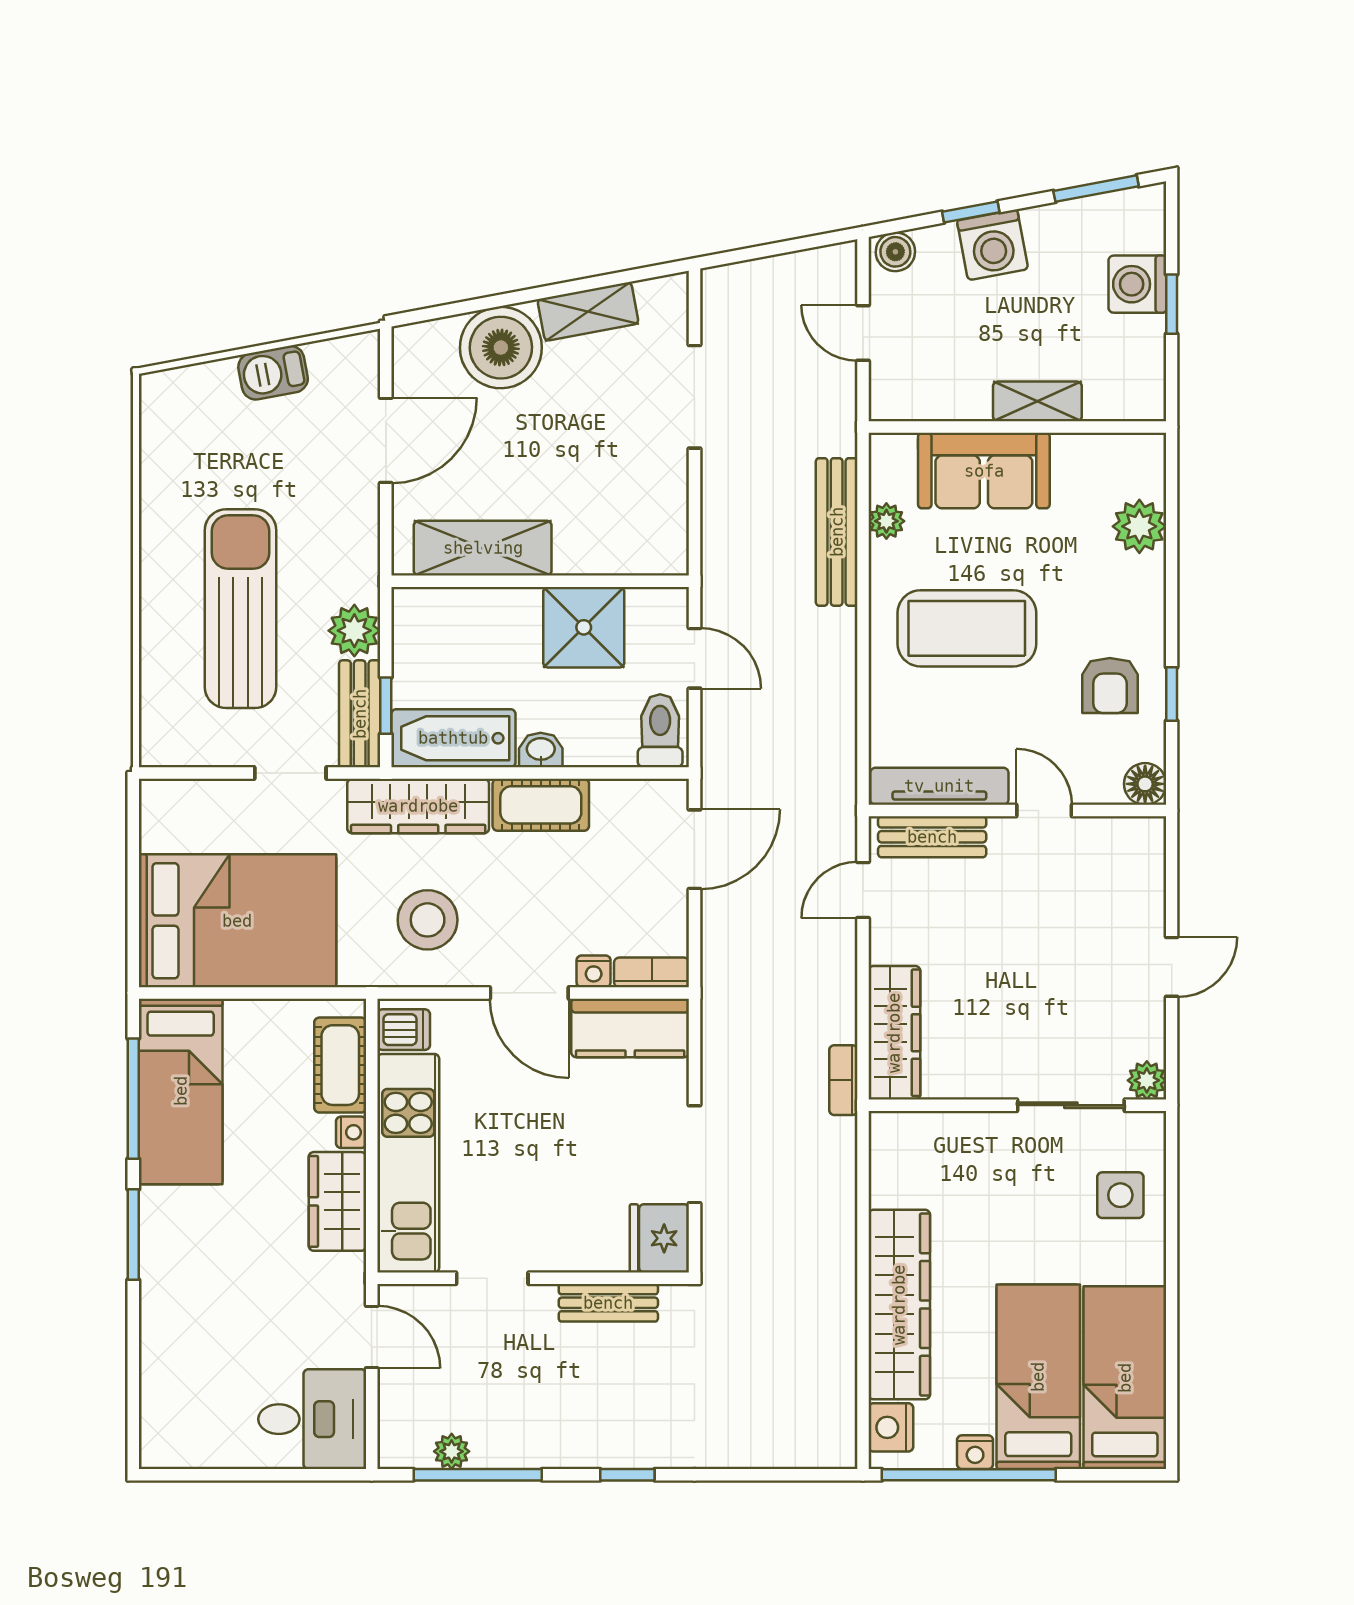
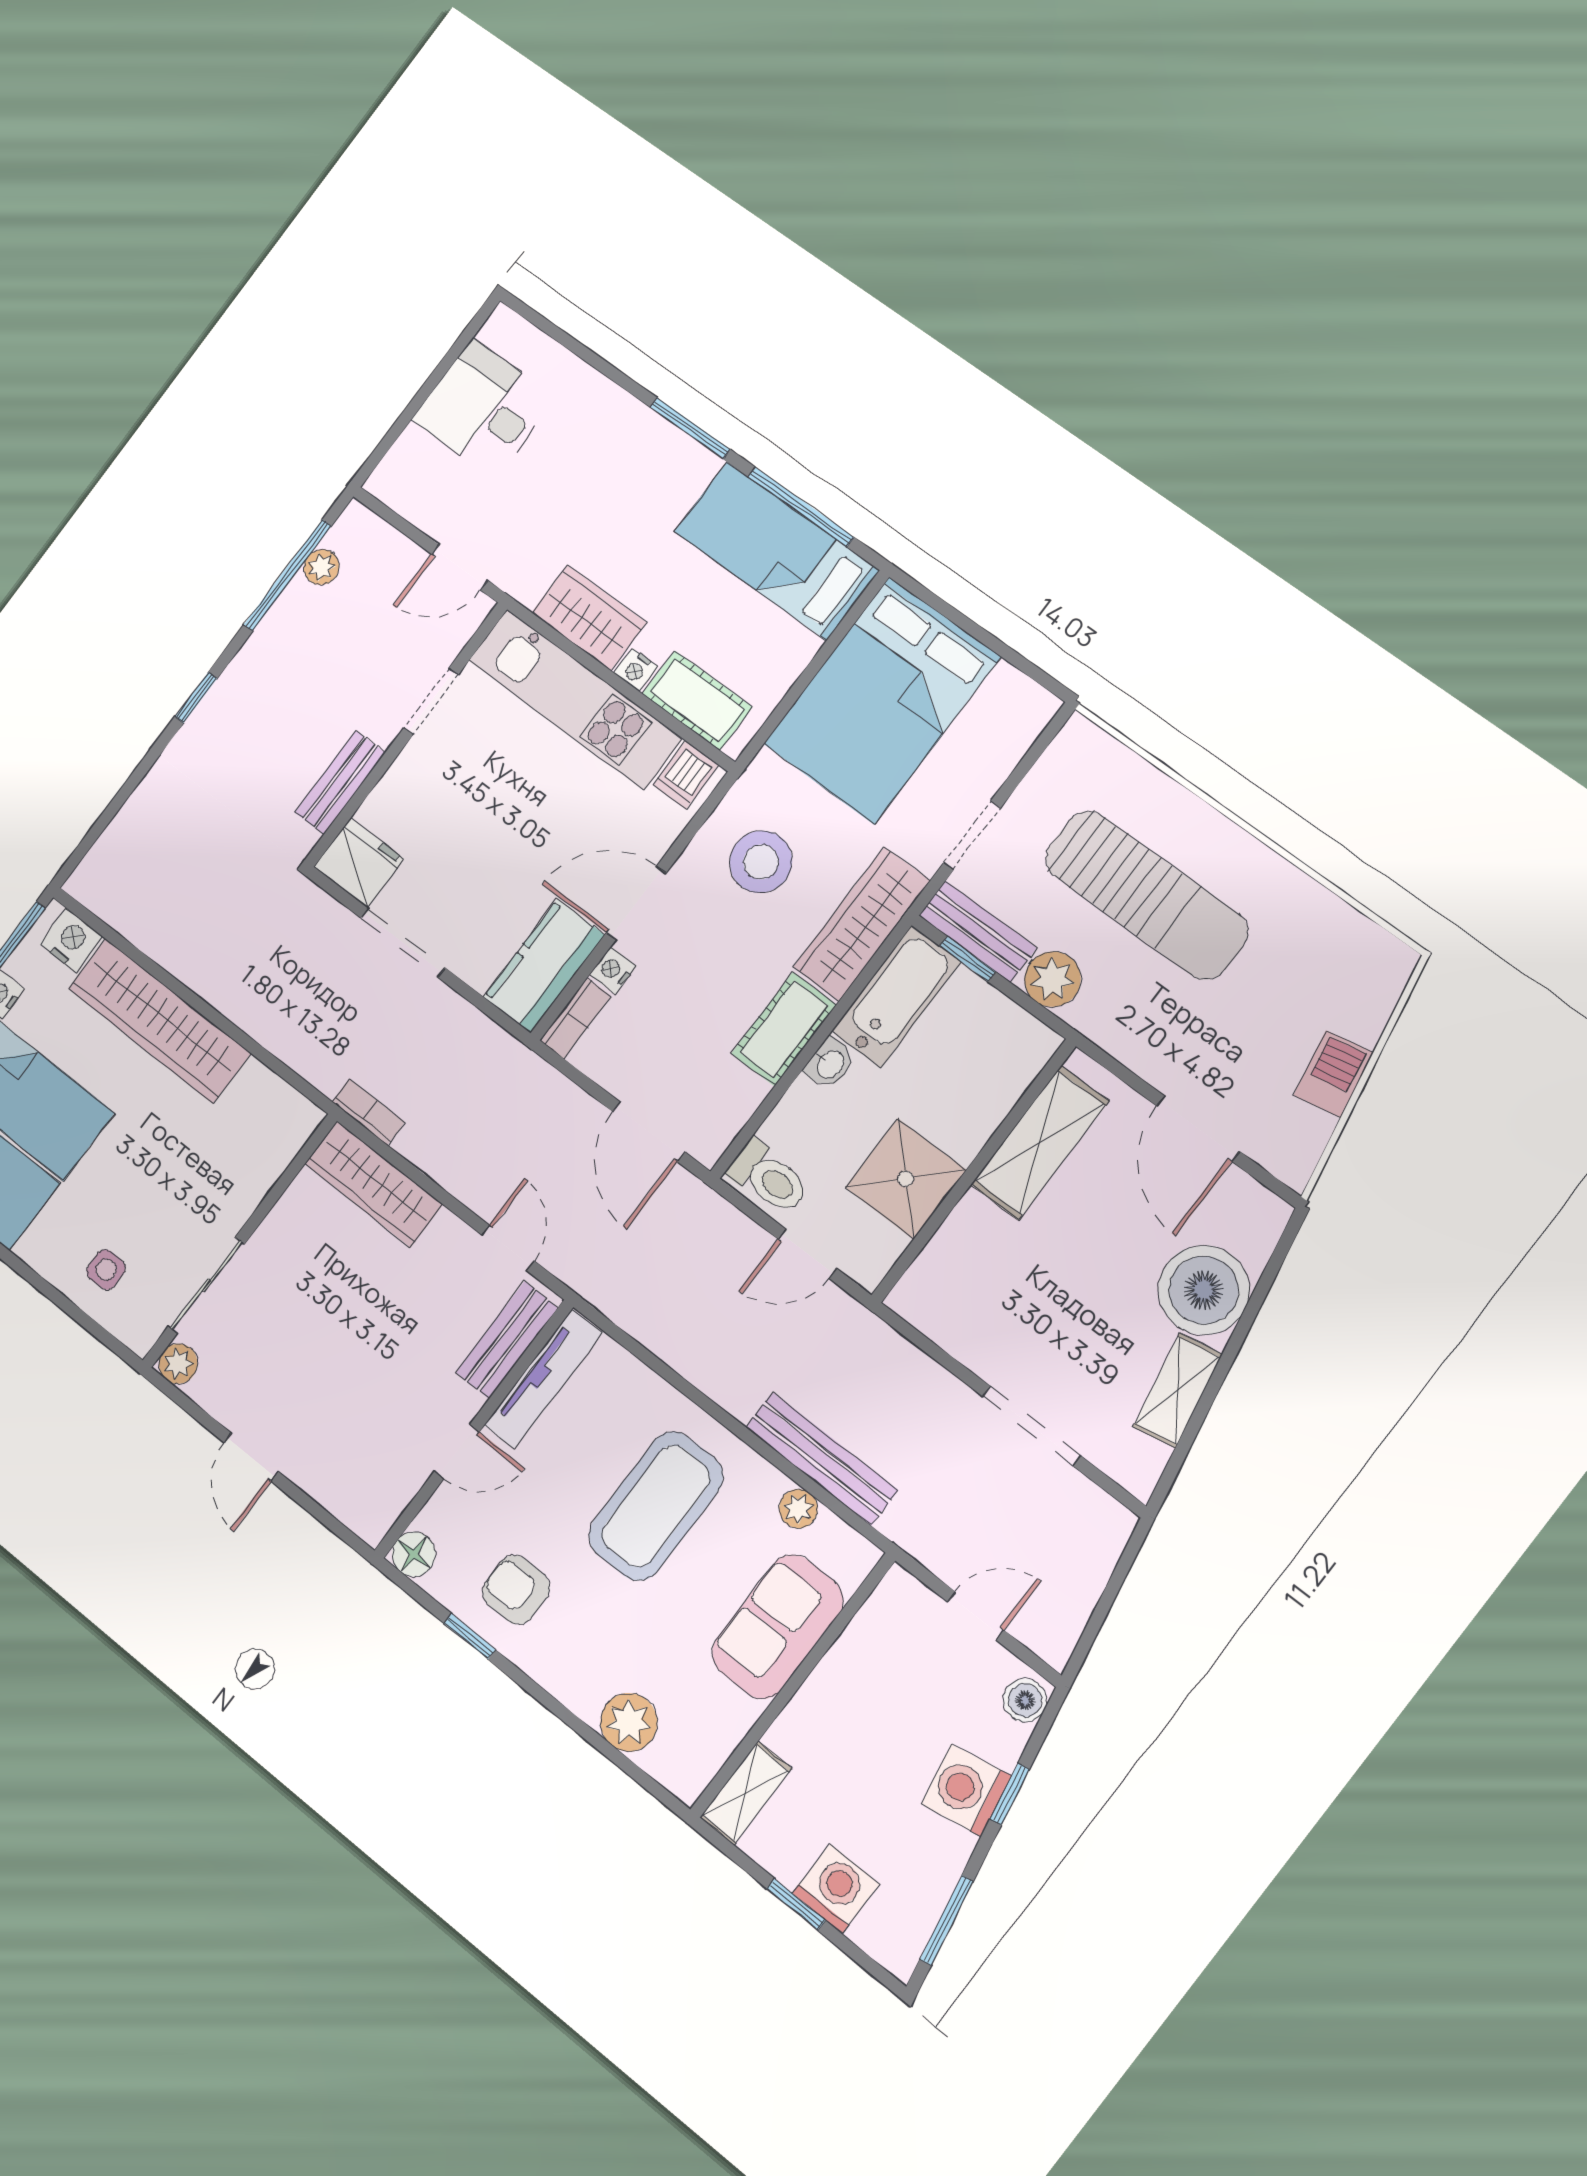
shelving: (1037, 401) -> (746, 1793), moved
side table: (1120, 1195) -> (106, 1270), width x0.73, depth x0.73
desk: (312, 1419) -> (484, 409), moved, turned 90

